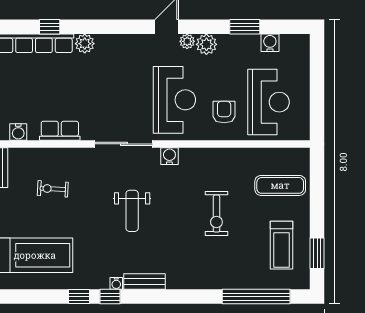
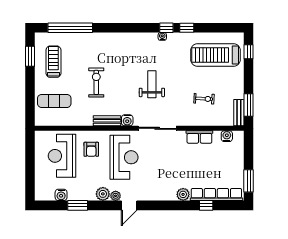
reception desk: (174, 100) -> (124, 157), turned 180
bench: (144, 282) -> (107, 121), moved

